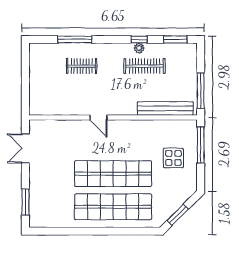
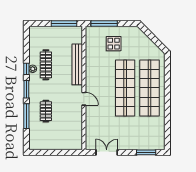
window: (175, 39) -> (26, 89), moved
bench: (165, 109) -> (77, 64), moved
door: (98, 117) -> (84, 99), hinge flipped
double door: (25, 148) -> (107, 152), swing flipped
window: (178, 215) -> (155, 40), removed

